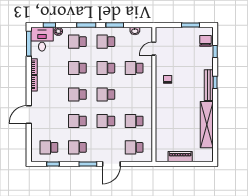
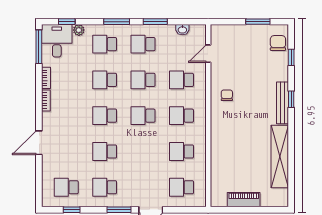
school desk: (106, 121) -> (181, 116), moved

